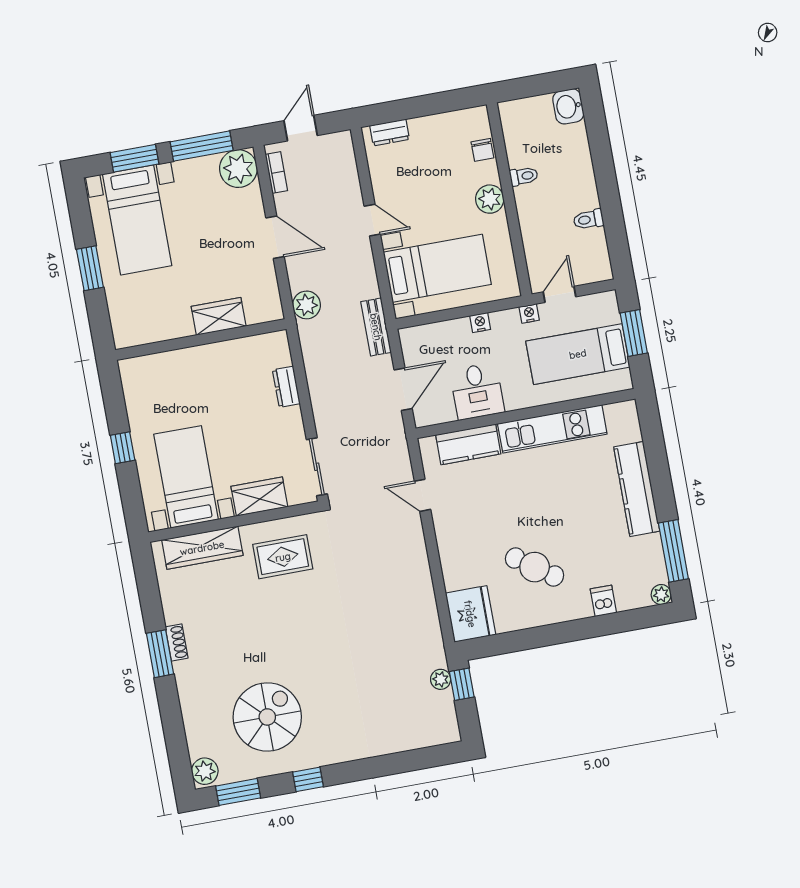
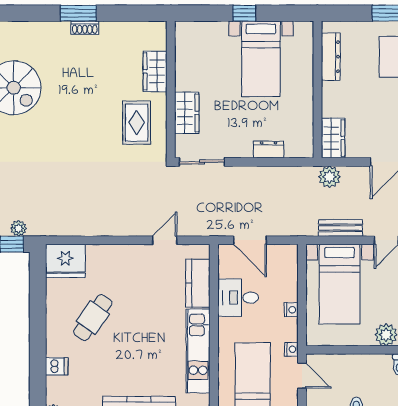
wardrobe: (219, 316) -> (333, 138), moved
bench: (376, 327) -> (340, 228), moved
dresser: (157, 331) -> (331, 57), added
bed with nightstands: (186, 477) -> (261, 59), moved, turned 90
wardrobe: (202, 548) -> (155, 71), width x0.67

